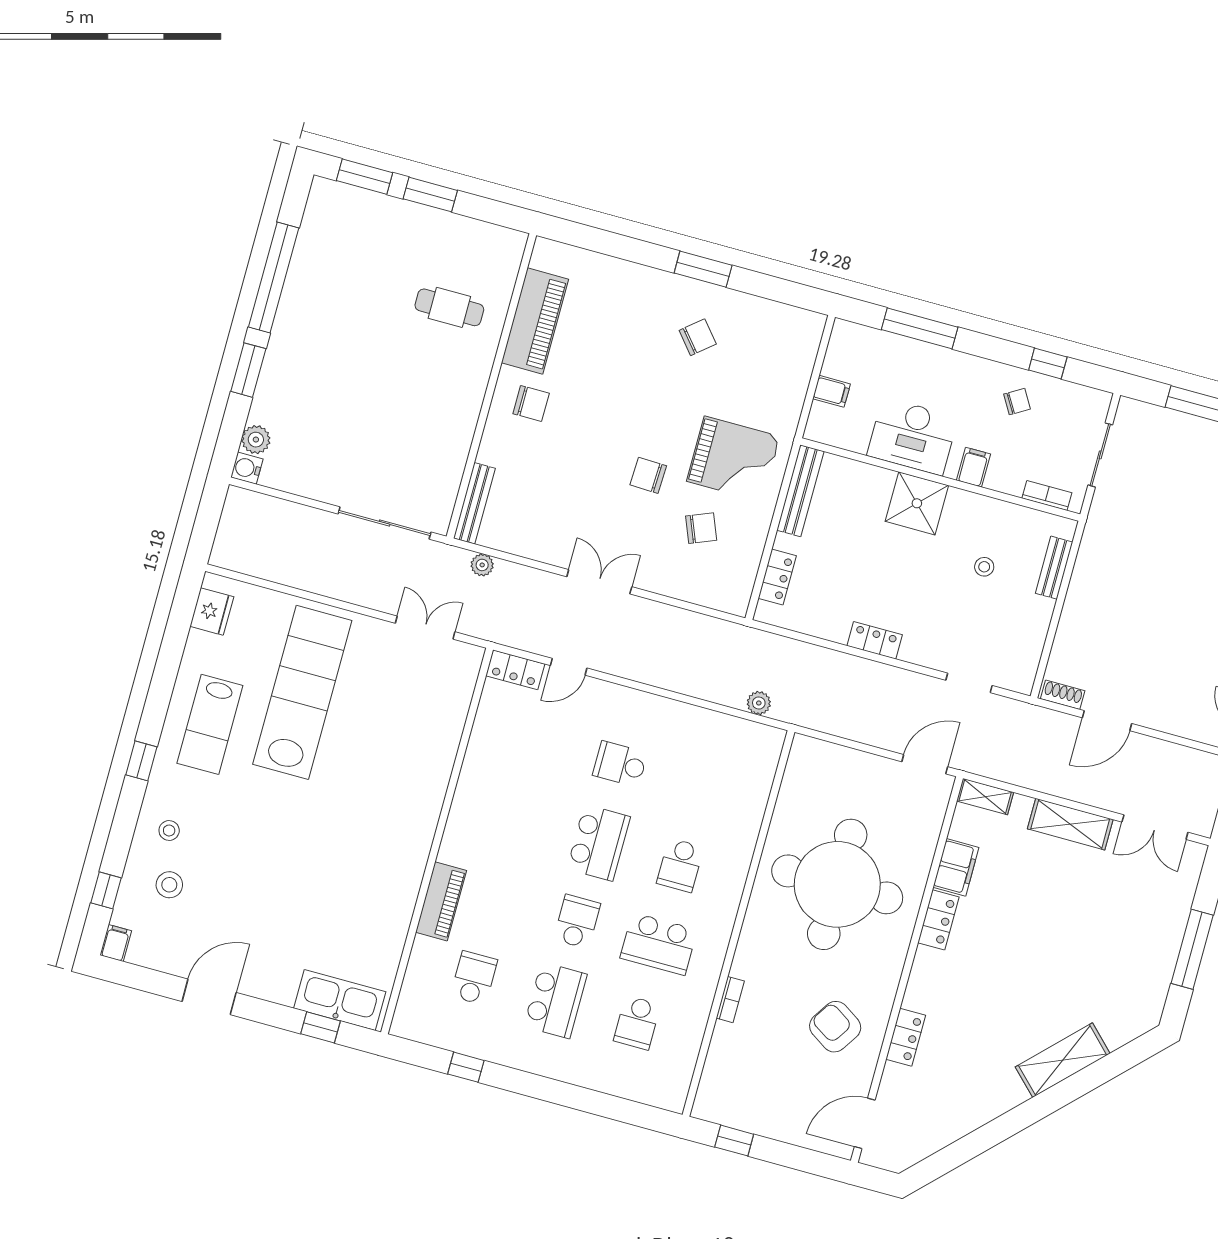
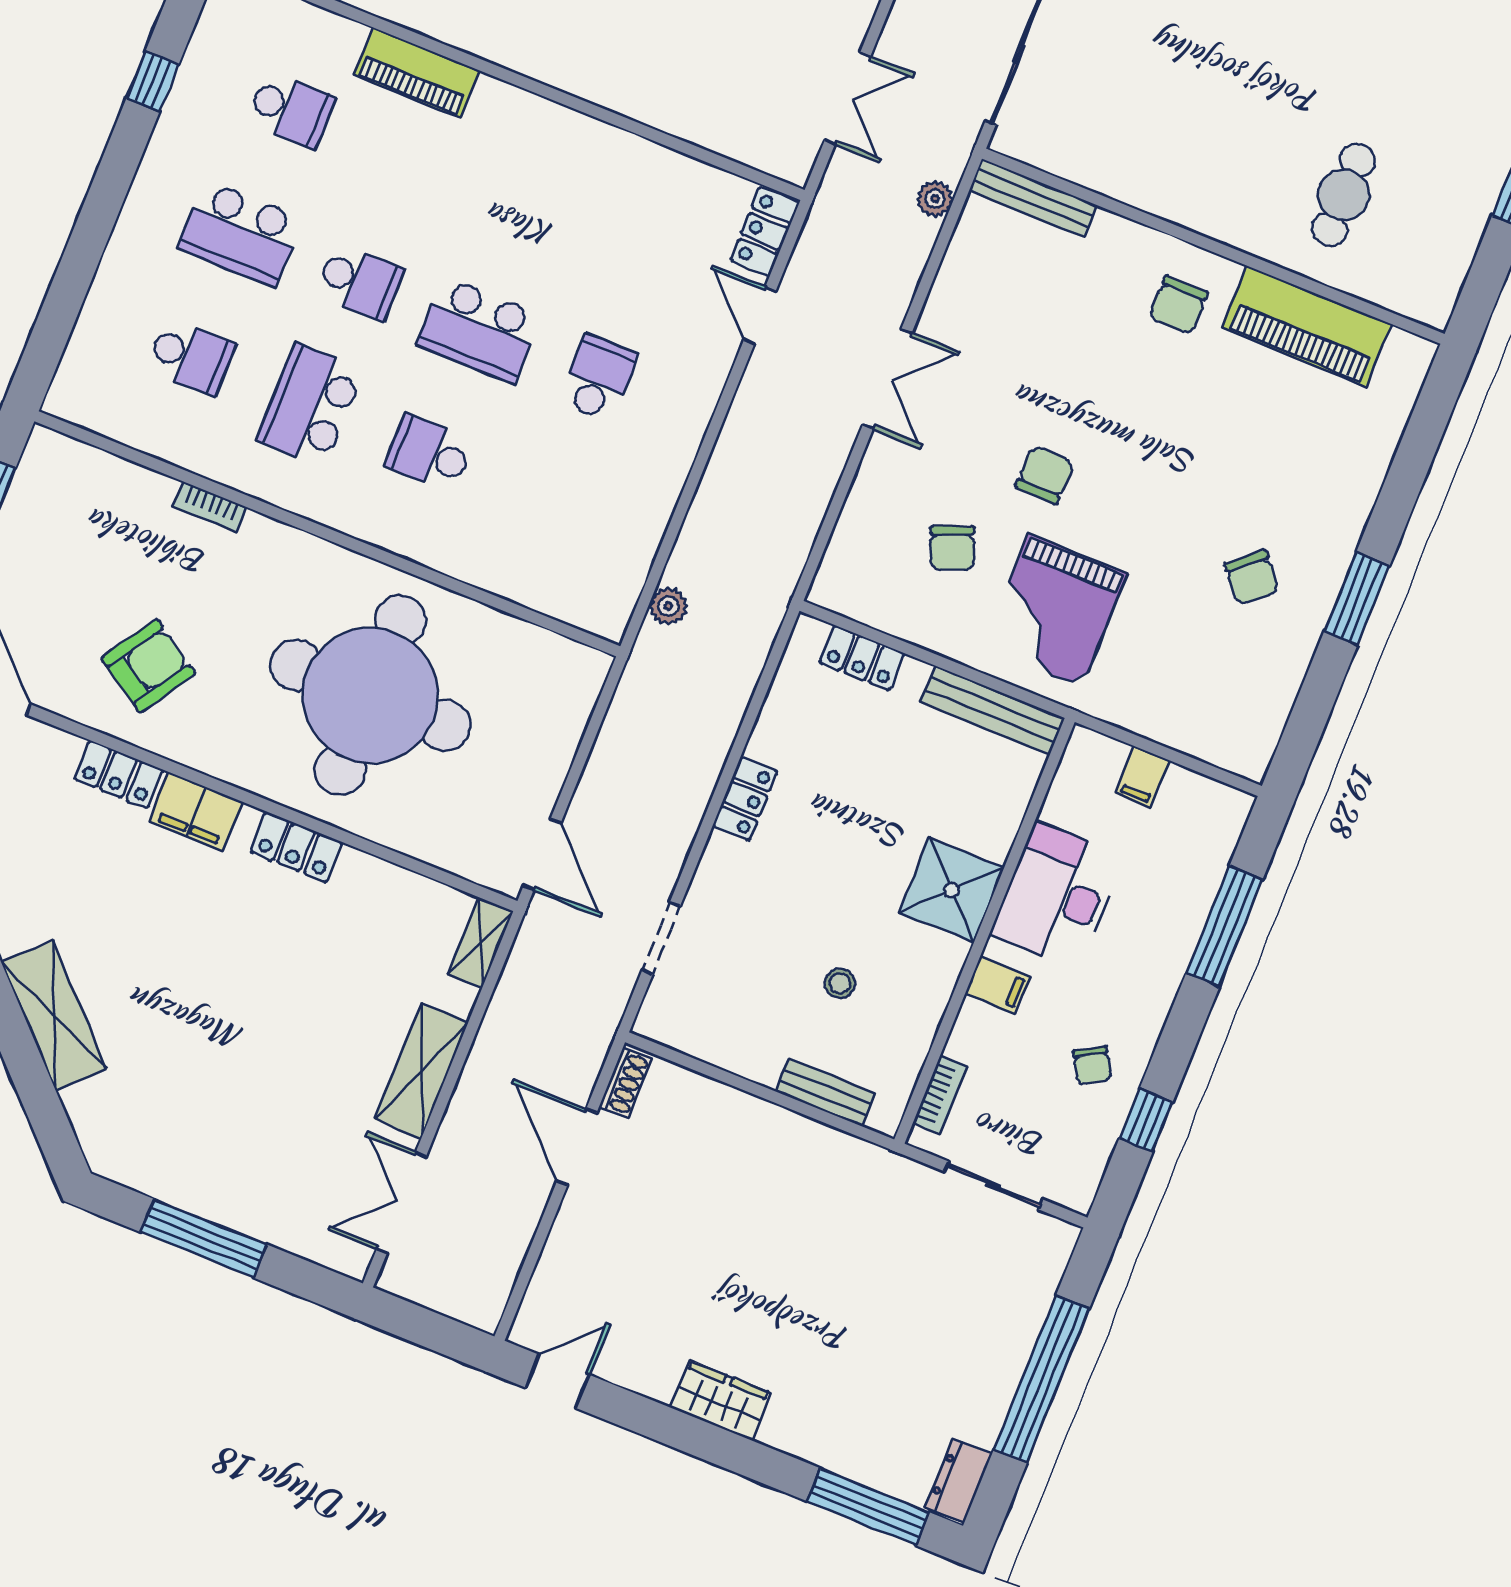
filing cabinet: (956, 867) -> (196, 811), moved
school desk: (637, 1023) -> (191, 357), turned 180

